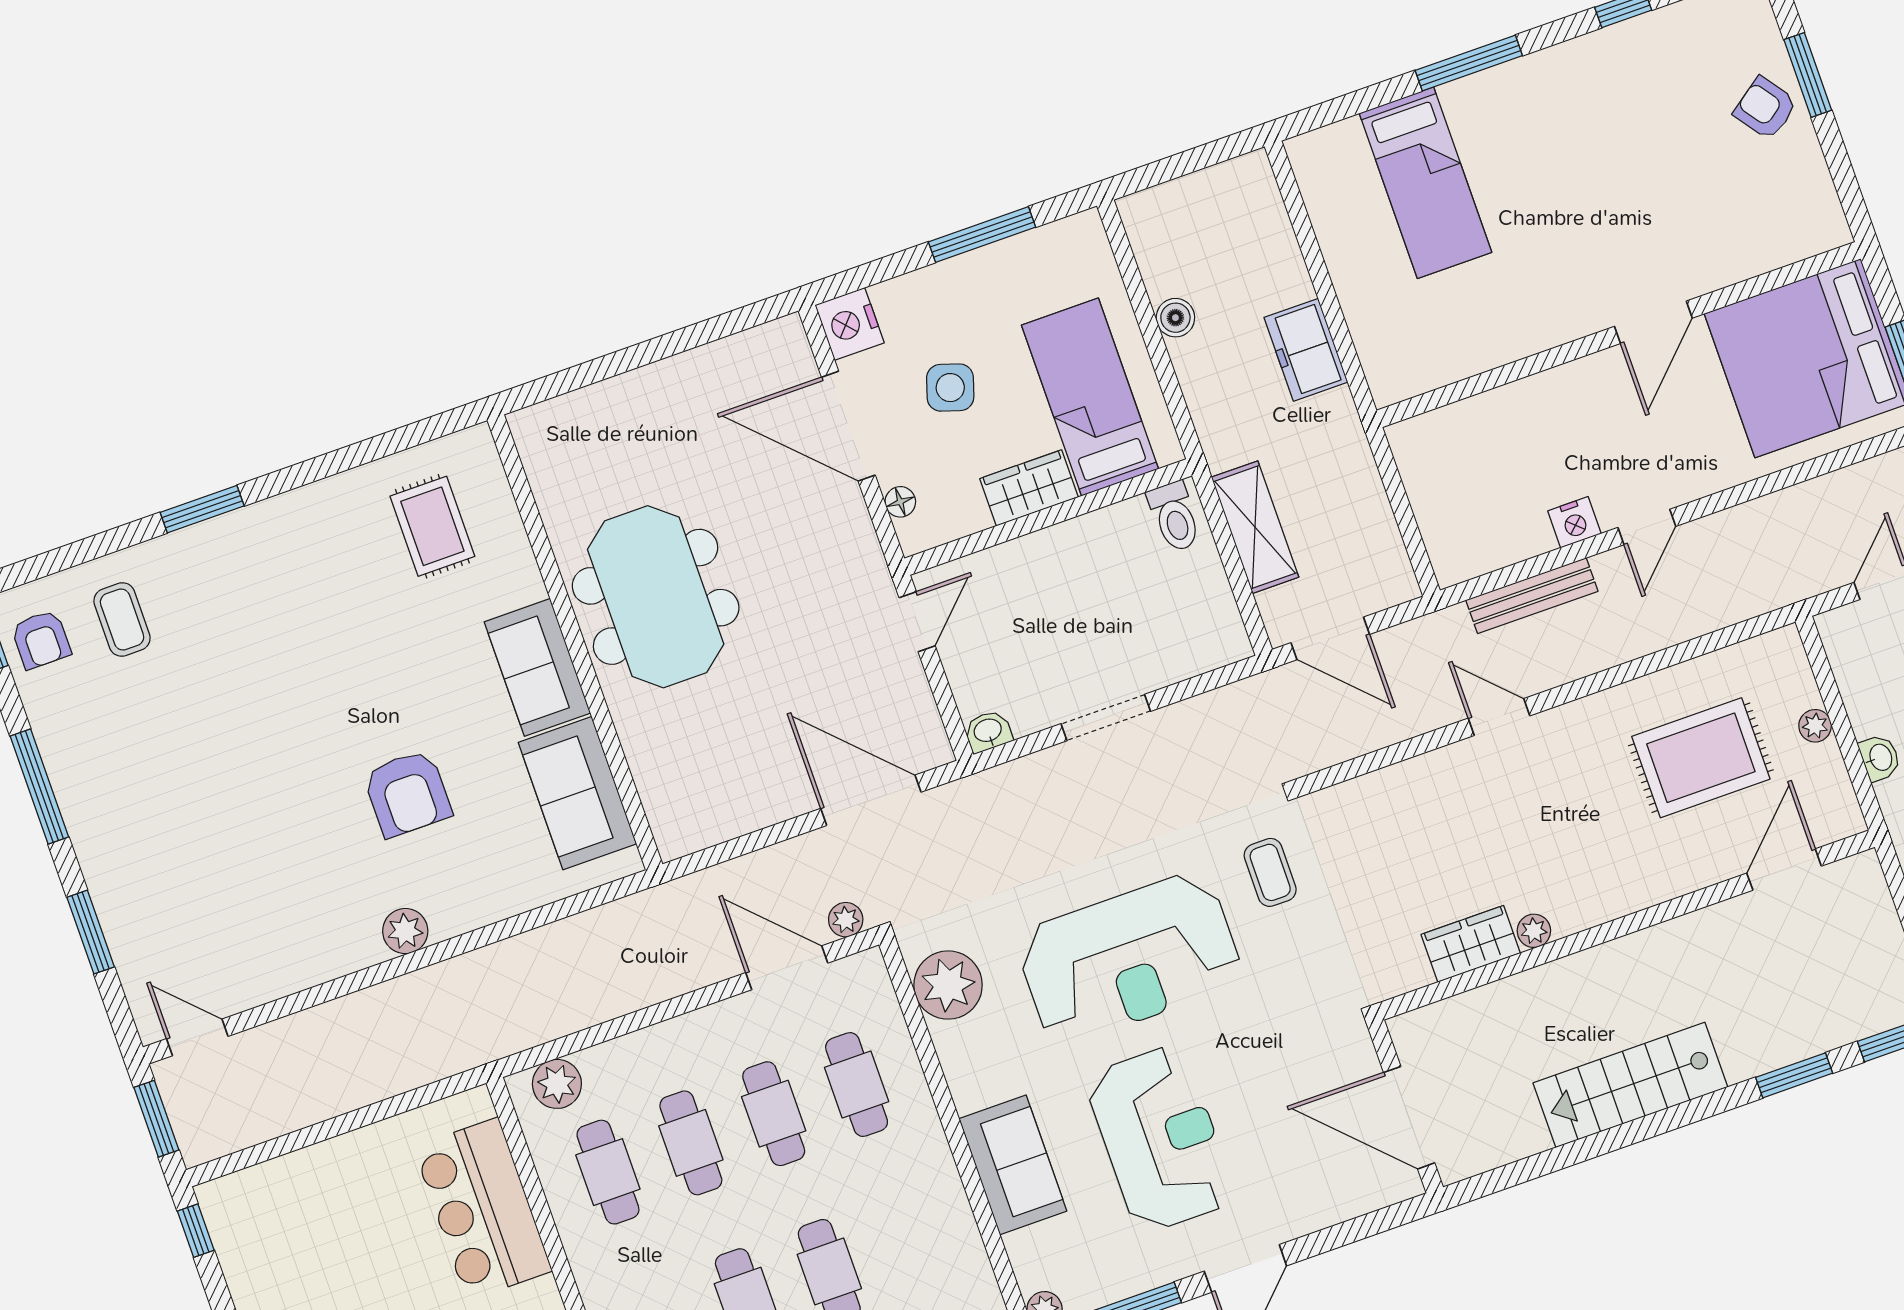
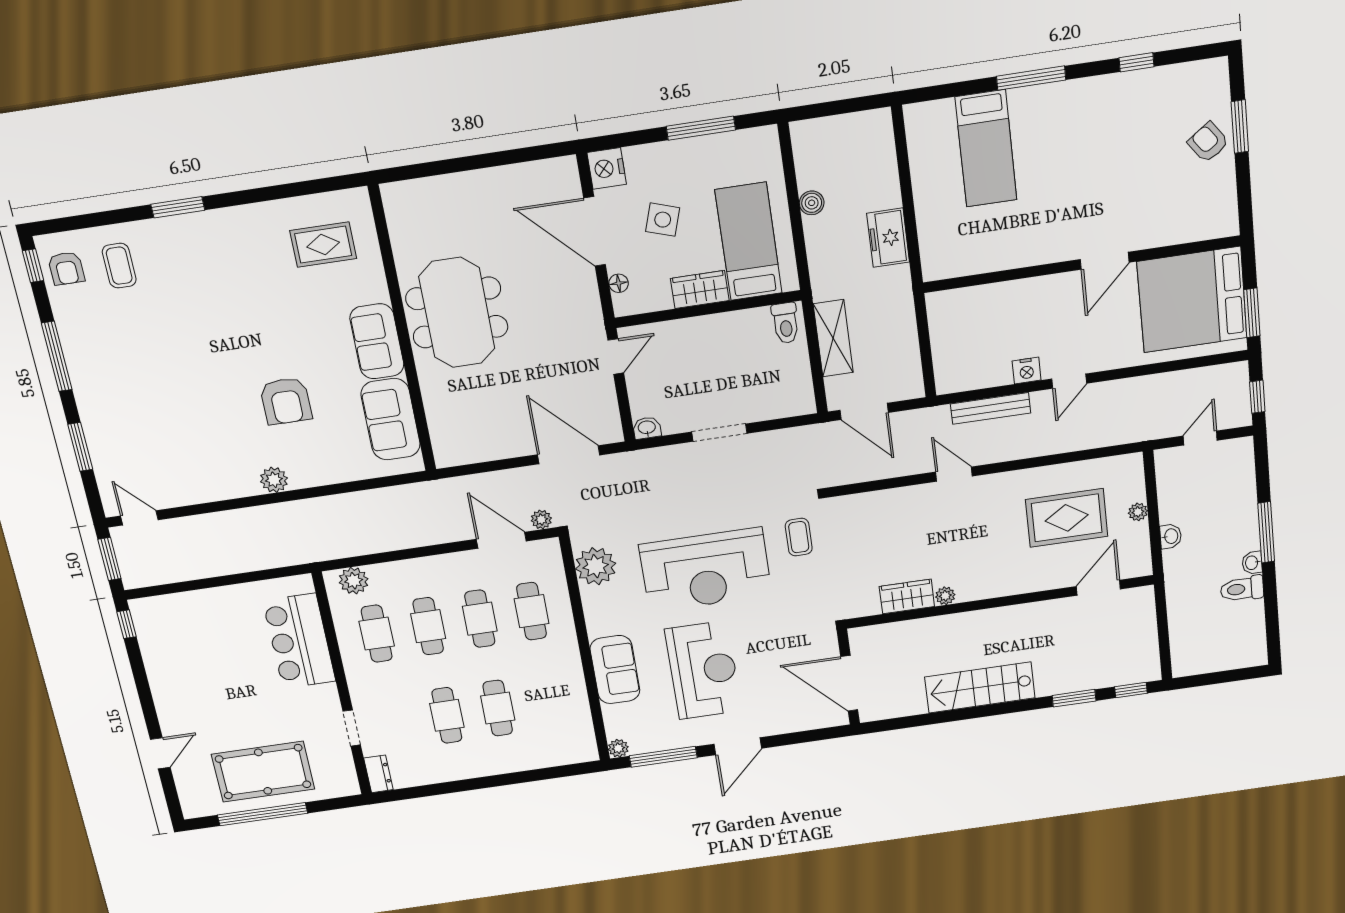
rug: (432, 526) -> (323, 245), turned 90

